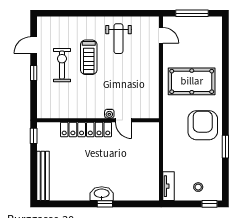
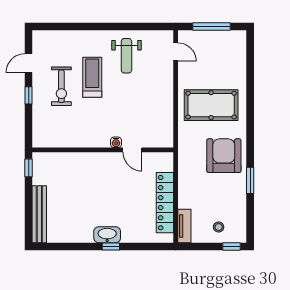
treadmill: (89, 57) -> (92, 77), turned 180
exercise bike: (62, 65) -> (61, 86), turned 180
locker: (86, 130) -> (165, 203), moved, turned 90

